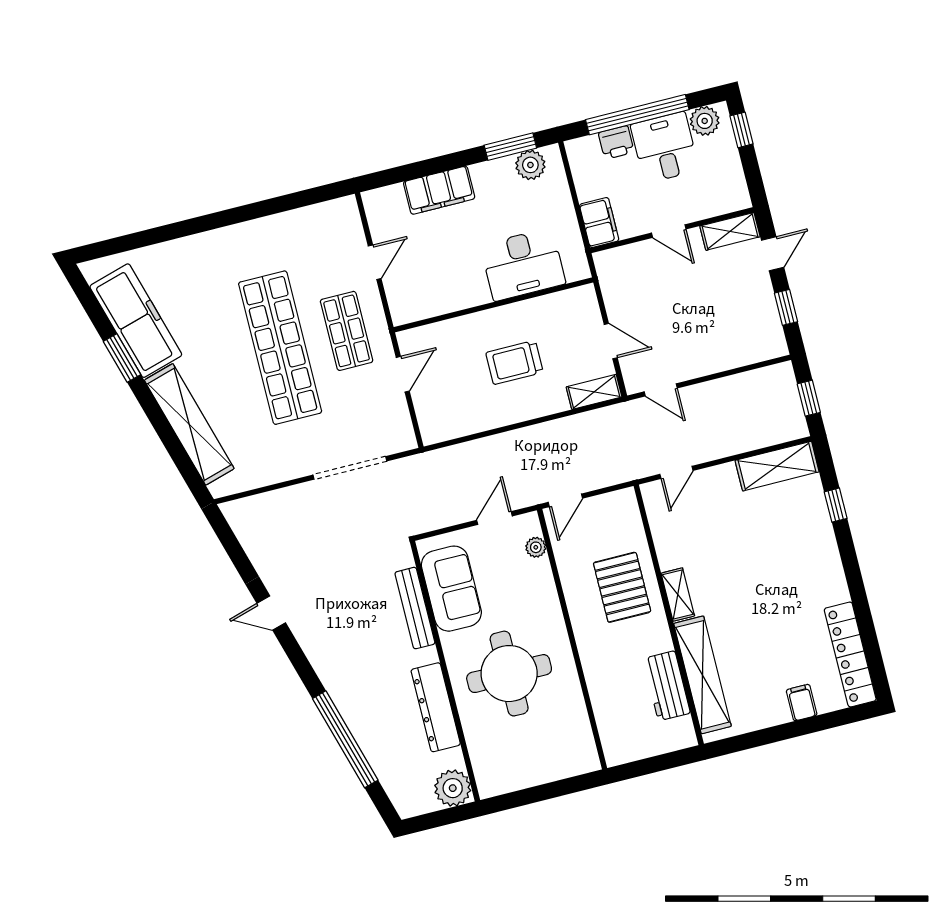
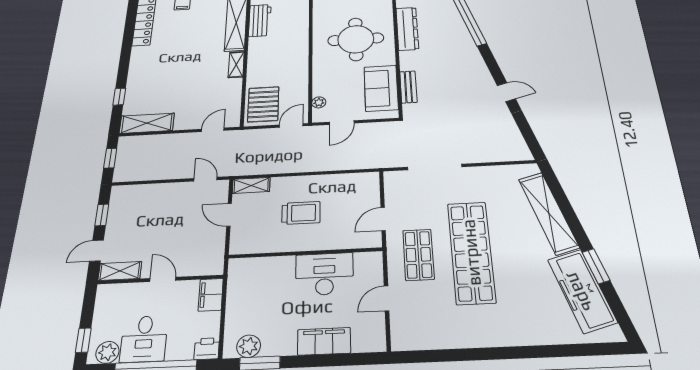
printer: (616, 142) -> (207, 349), moved
desk: (523, 264) -> (324, 274), moved
pallet: (622, 587) -> (263, 104), moved
bench: (415, 608) -> (408, 87), width x0.73

